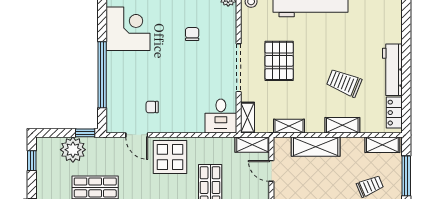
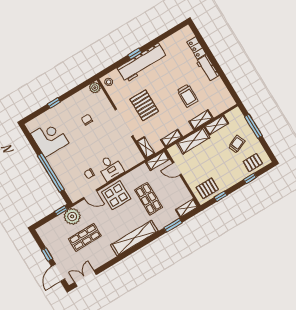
workbench: (392, 70) -> (208, 68), width x0.73
trolley: (344, 83) -> (188, 96), turned -112
locker: (394, 113) -> (197, 48), moved
desk: (221, 116) -> (110, 168), moved
shelving: (382, 145) -> (216, 125), moved
plant: (73, 150) -> (72, 216), moved
window: (32, 161) -> (47, 254), moved

